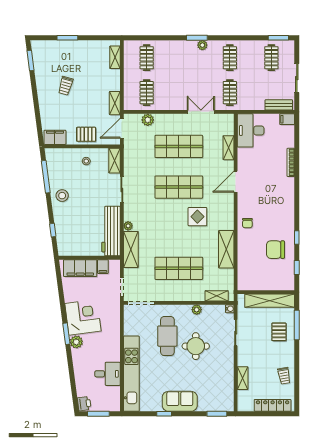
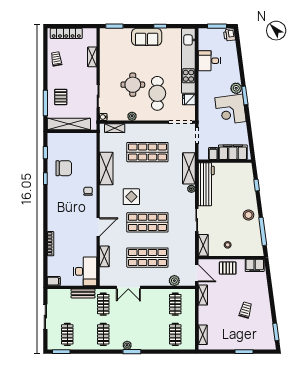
bench: (279, 105) -> (83, 293), moved
door: (122, 128) -> (197, 273), hinge flipped
fridge: (131, 329) -> (189, 100), added

